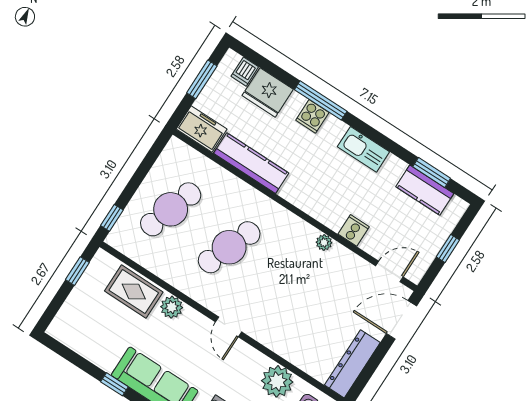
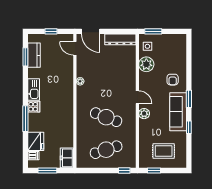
cooker: (312, 116) -> (34, 107), moved
kitchen counter: (251, 163) -> (68, 130), removed
cafe table: (171, 209) -> (106, 150), turned -36
cooker: (354, 230) -> (68, 73), removed
rug: (134, 291) -> (164, 151), moved, turned 90
plant: (172, 307) -> (144, 114), moved
door: (229, 327) -> (137, 97), hinge flipped

